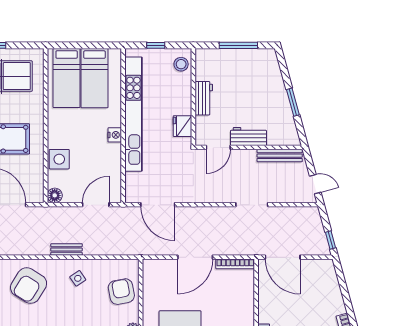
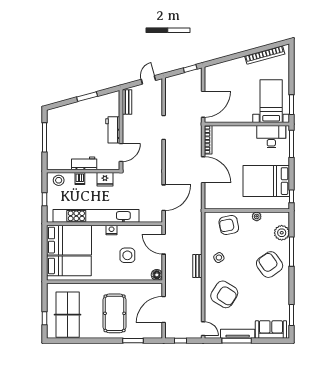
bed: (94, 78) -> (69, 240), width x1.50
dishwasher: (183, 93) -> (80, 179), added
door: (218, 147) -> (121, 152), hinge flipped
bench: (280, 156) -> (127, 102), width x0.73
side table: (59, 159) -> (127, 255), moved

